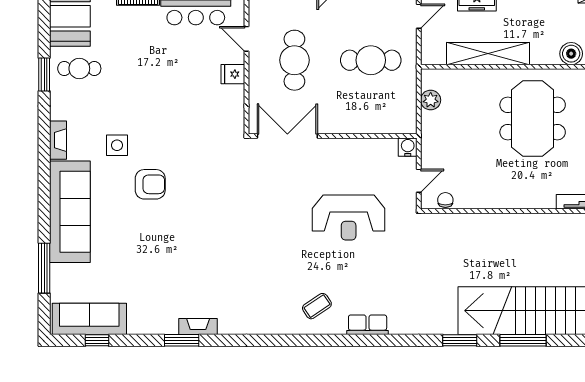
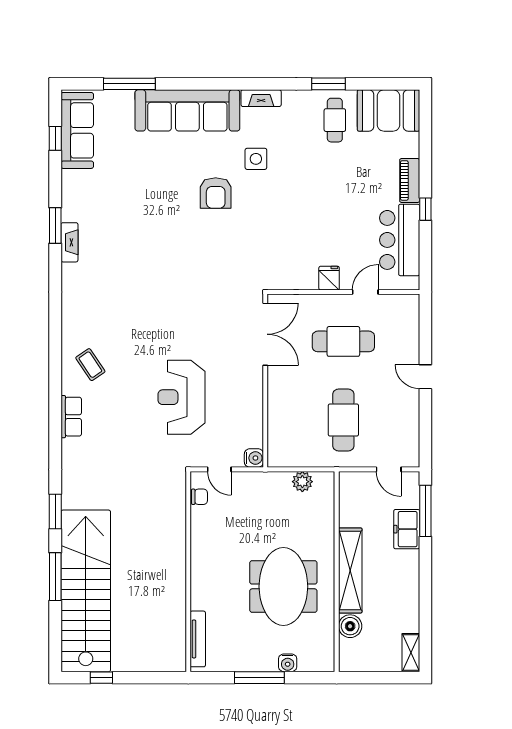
shelving: (488, 54) -> (350, 570), moved
meeting table: (533, 118) -> (283, 586), turned 90

